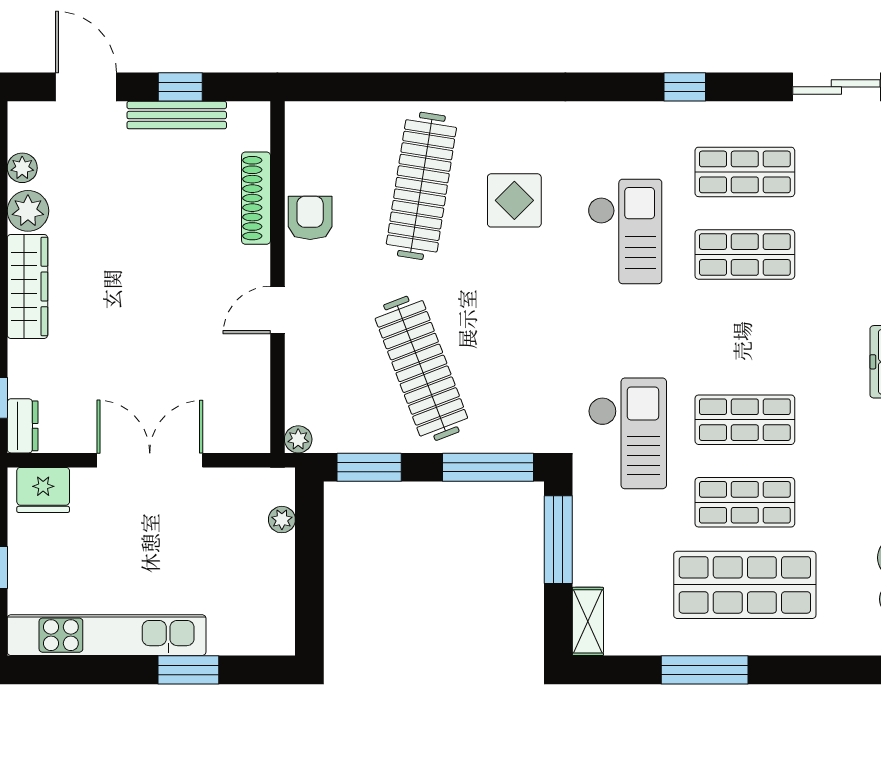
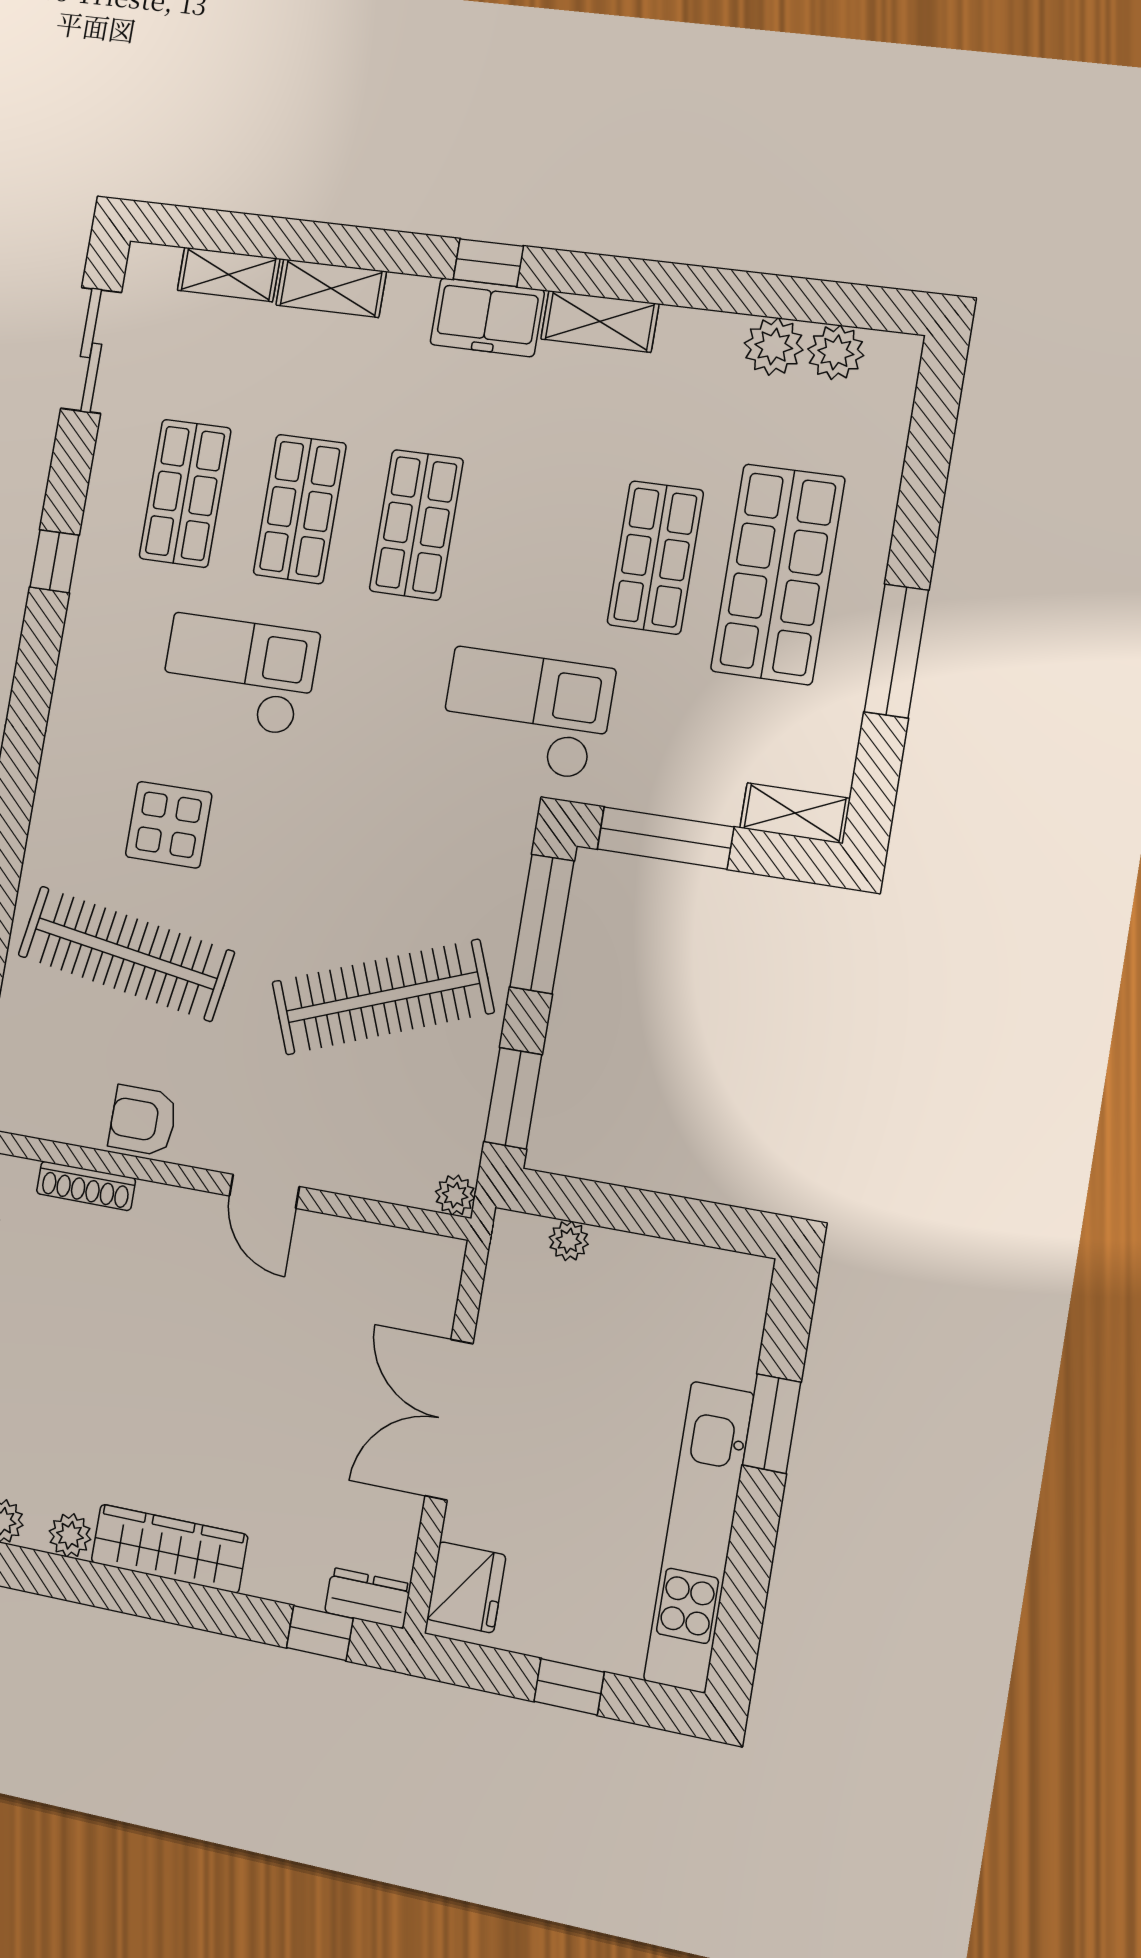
shoe rack: (256, 198) -> (86, 1186), width x0.74, depth x0.81
plant: (28, 211) -> (70, 1535), width x0.73, depth x0.73
shop shelf: (745, 420) -> (416, 525), moved

